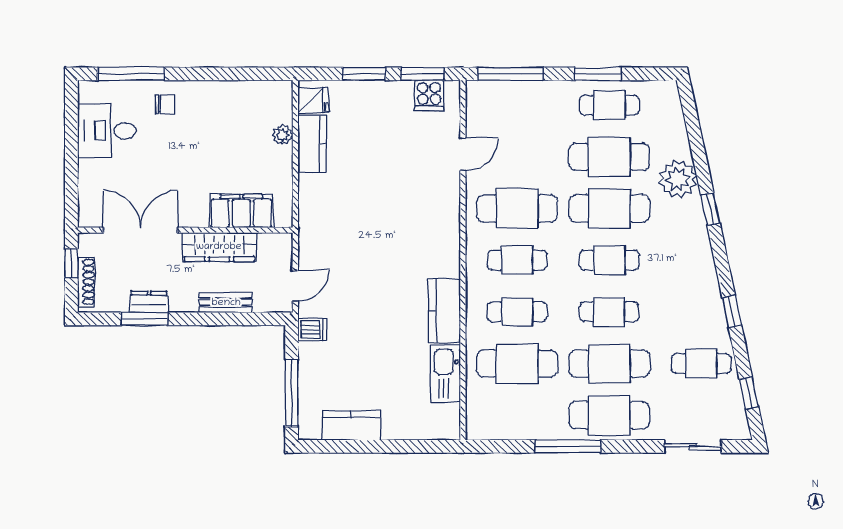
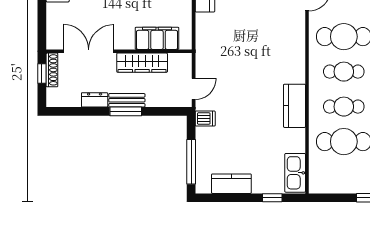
shoe rack: (86, 282) -> (52, 70), moved
bench: (226, 303) -> (127, 100), moved
window: (144, 319) -> (126, 111), moved
kitchen sink: (445, 373) -> (295, 173), moved
window: (412, 446) -> (272, 198), added

